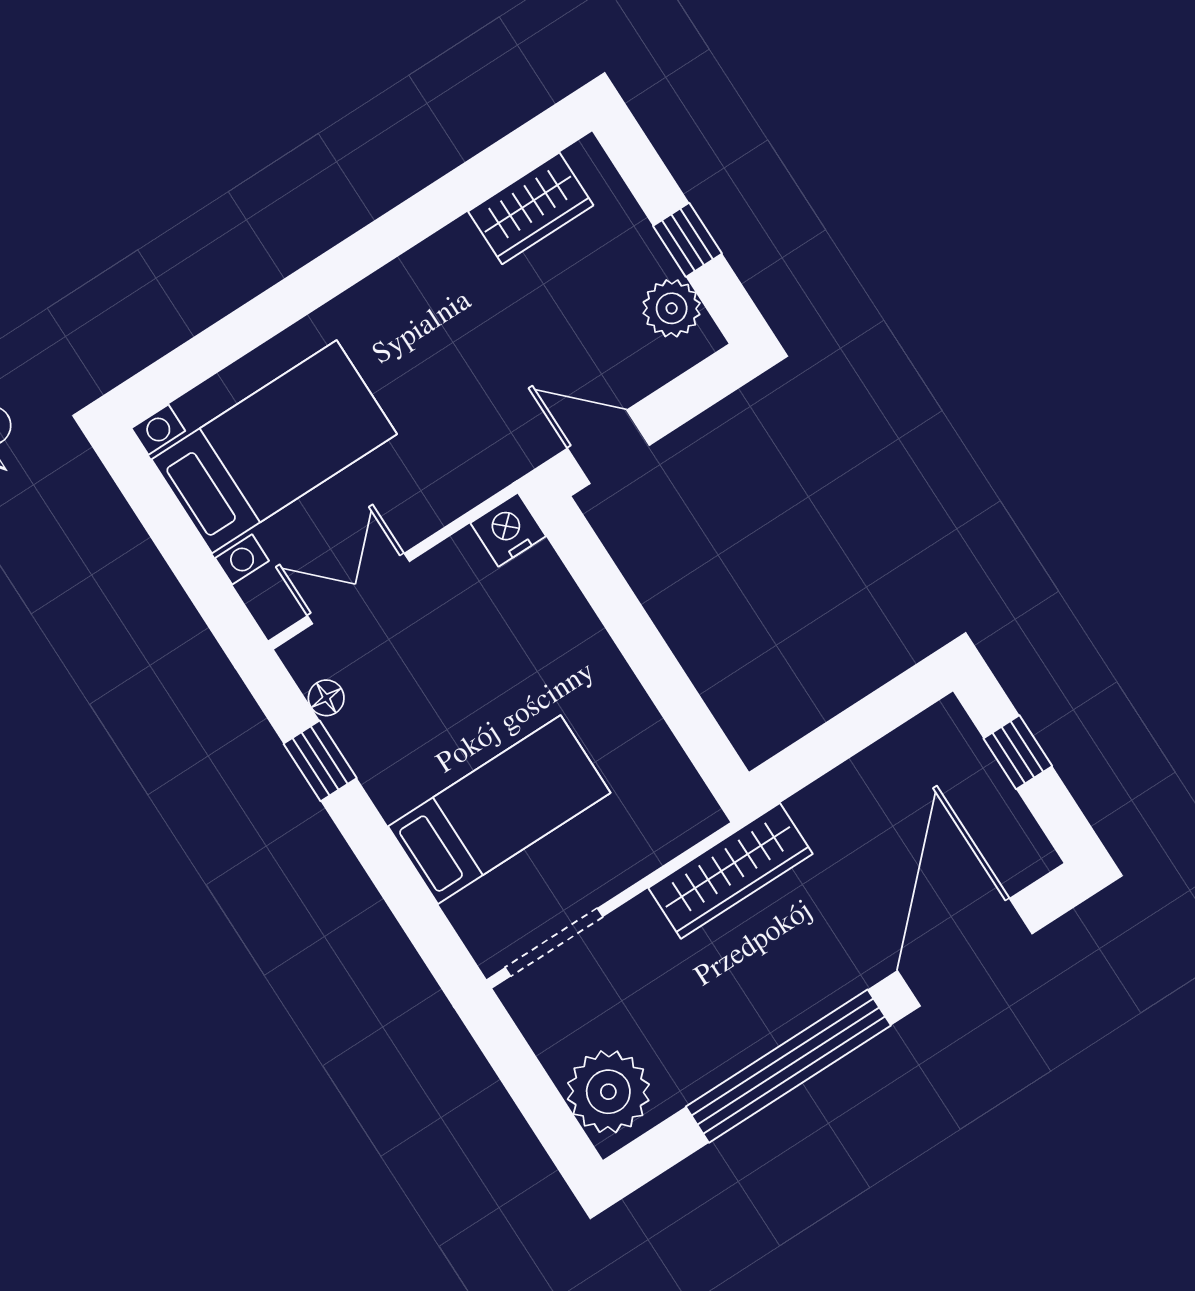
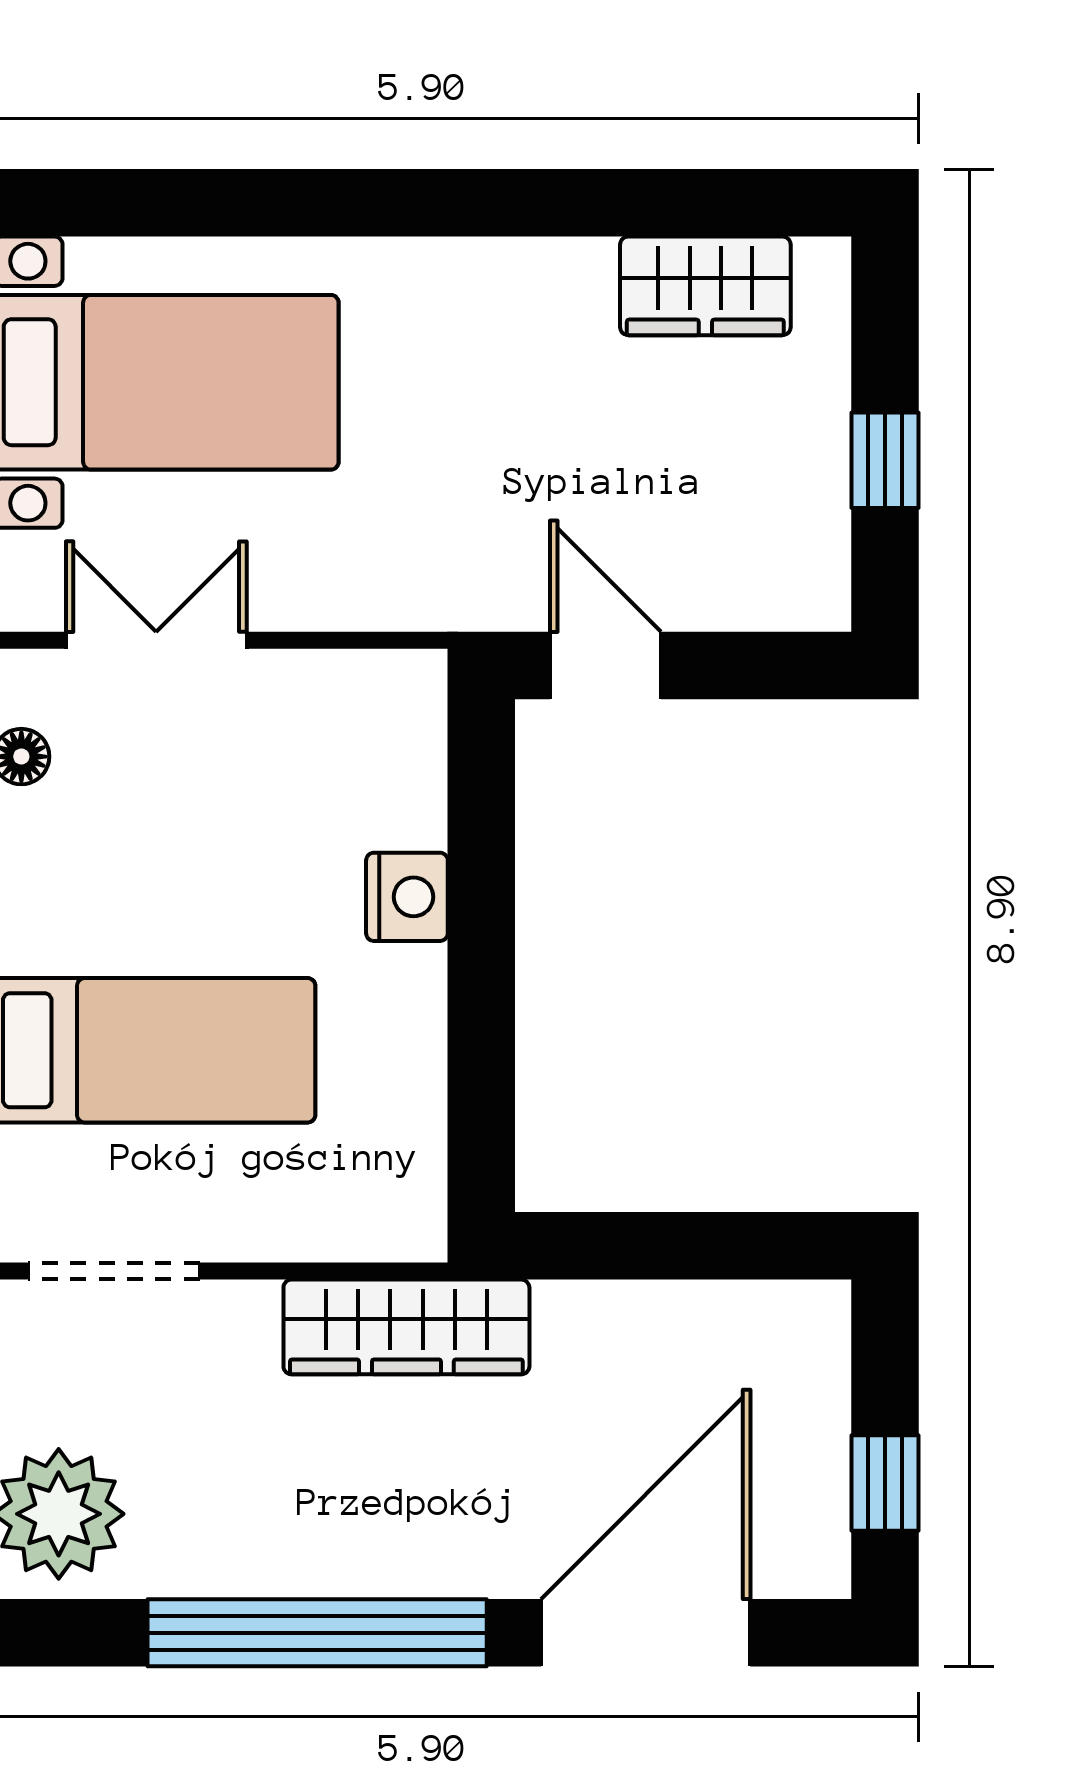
plant: (672, 308) -> (806, 537), removed
nightstand: (508, 530) -> (407, 897), moved, turned 90
window: (1018, 752) -> (885, 1483), moved

